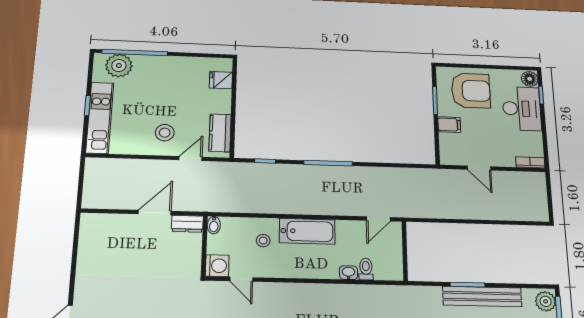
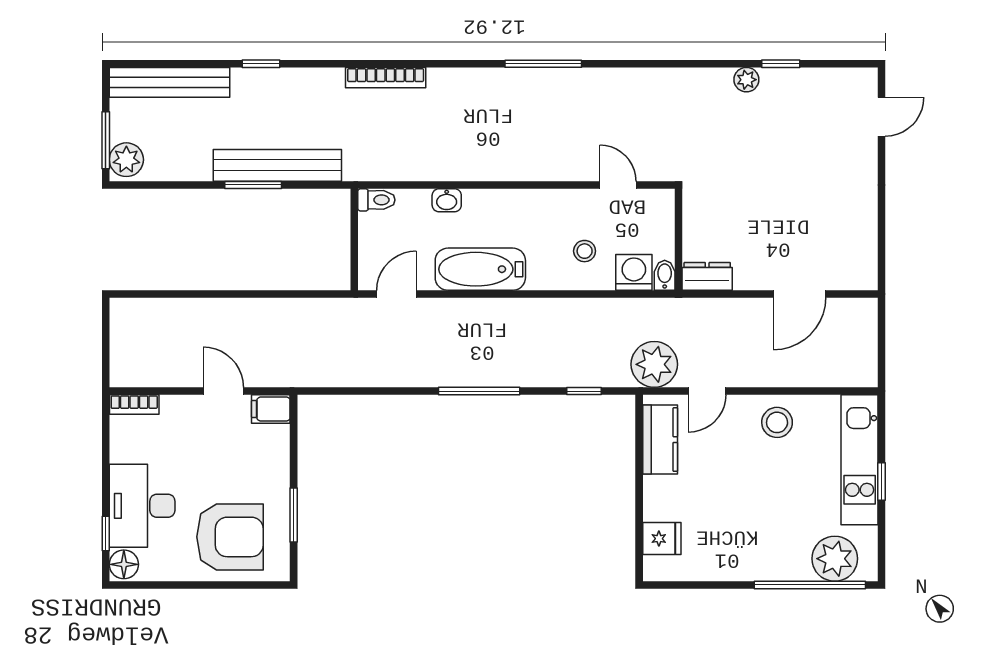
armchair: (471, 91) -> (230, 537), turned 180
filing cabinet: (449, 125) -> (271, 409), moved
stool: (165, 133) -> (777, 422), moved
plant: (222, 175) -> (654, 364), added
door: (155, 213) -> (800, 294), moved
bathtub: (307, 231) -> (480, 269), moved
washing machine: (217, 266) -> (634, 272), moved, turned 90
toilet: (366, 269) -> (376, 200), moved, turned -90
bench: (482, 297) -> (277, 165), moved

